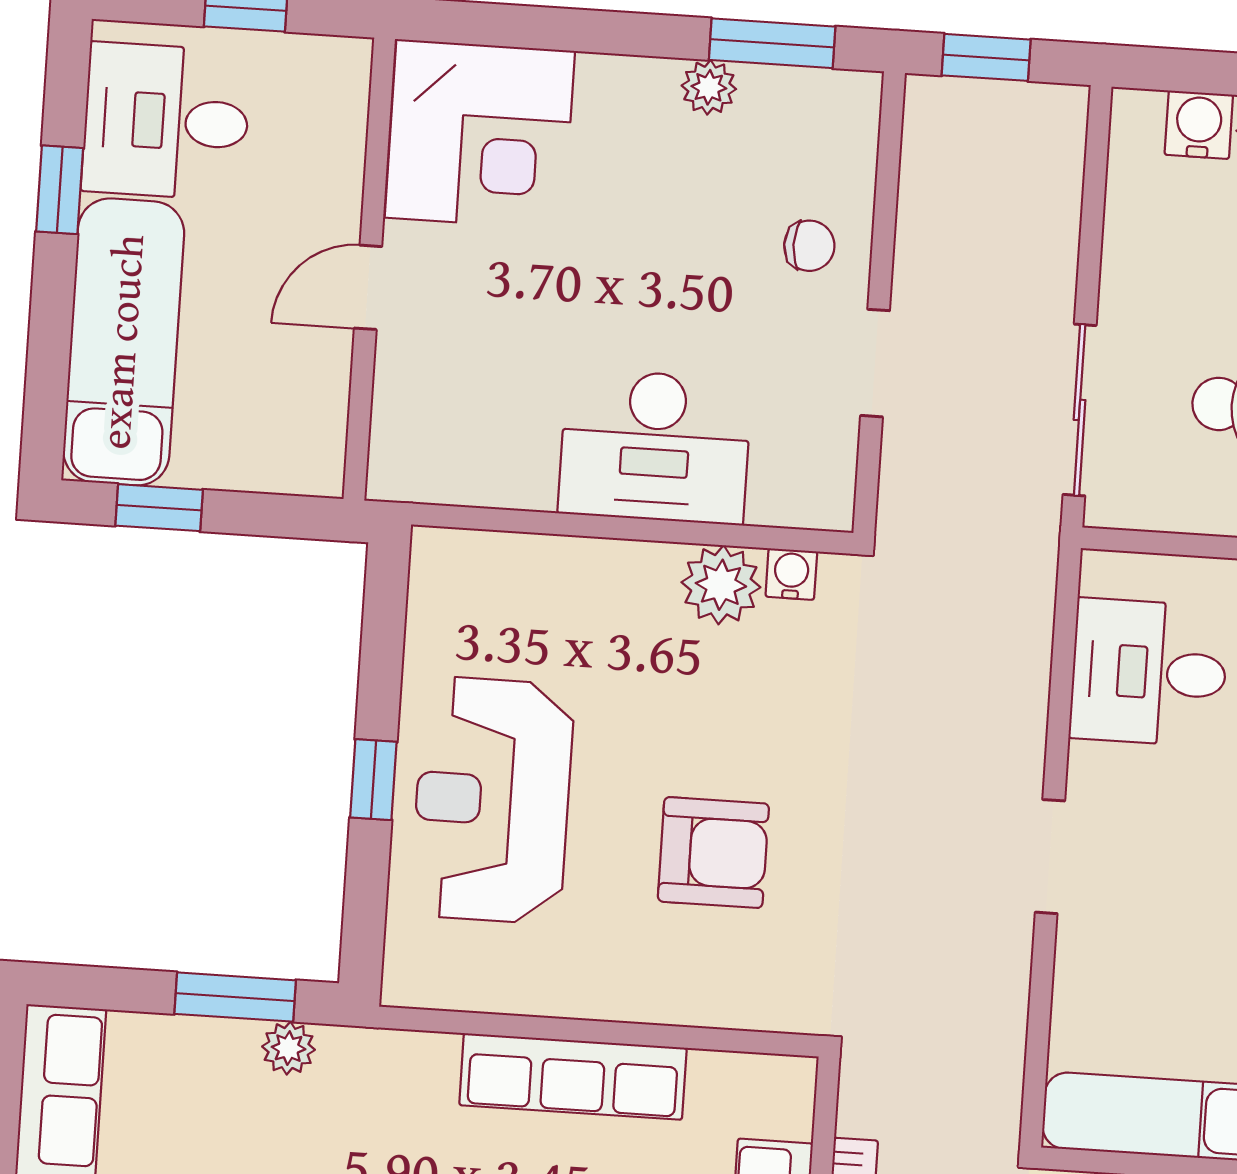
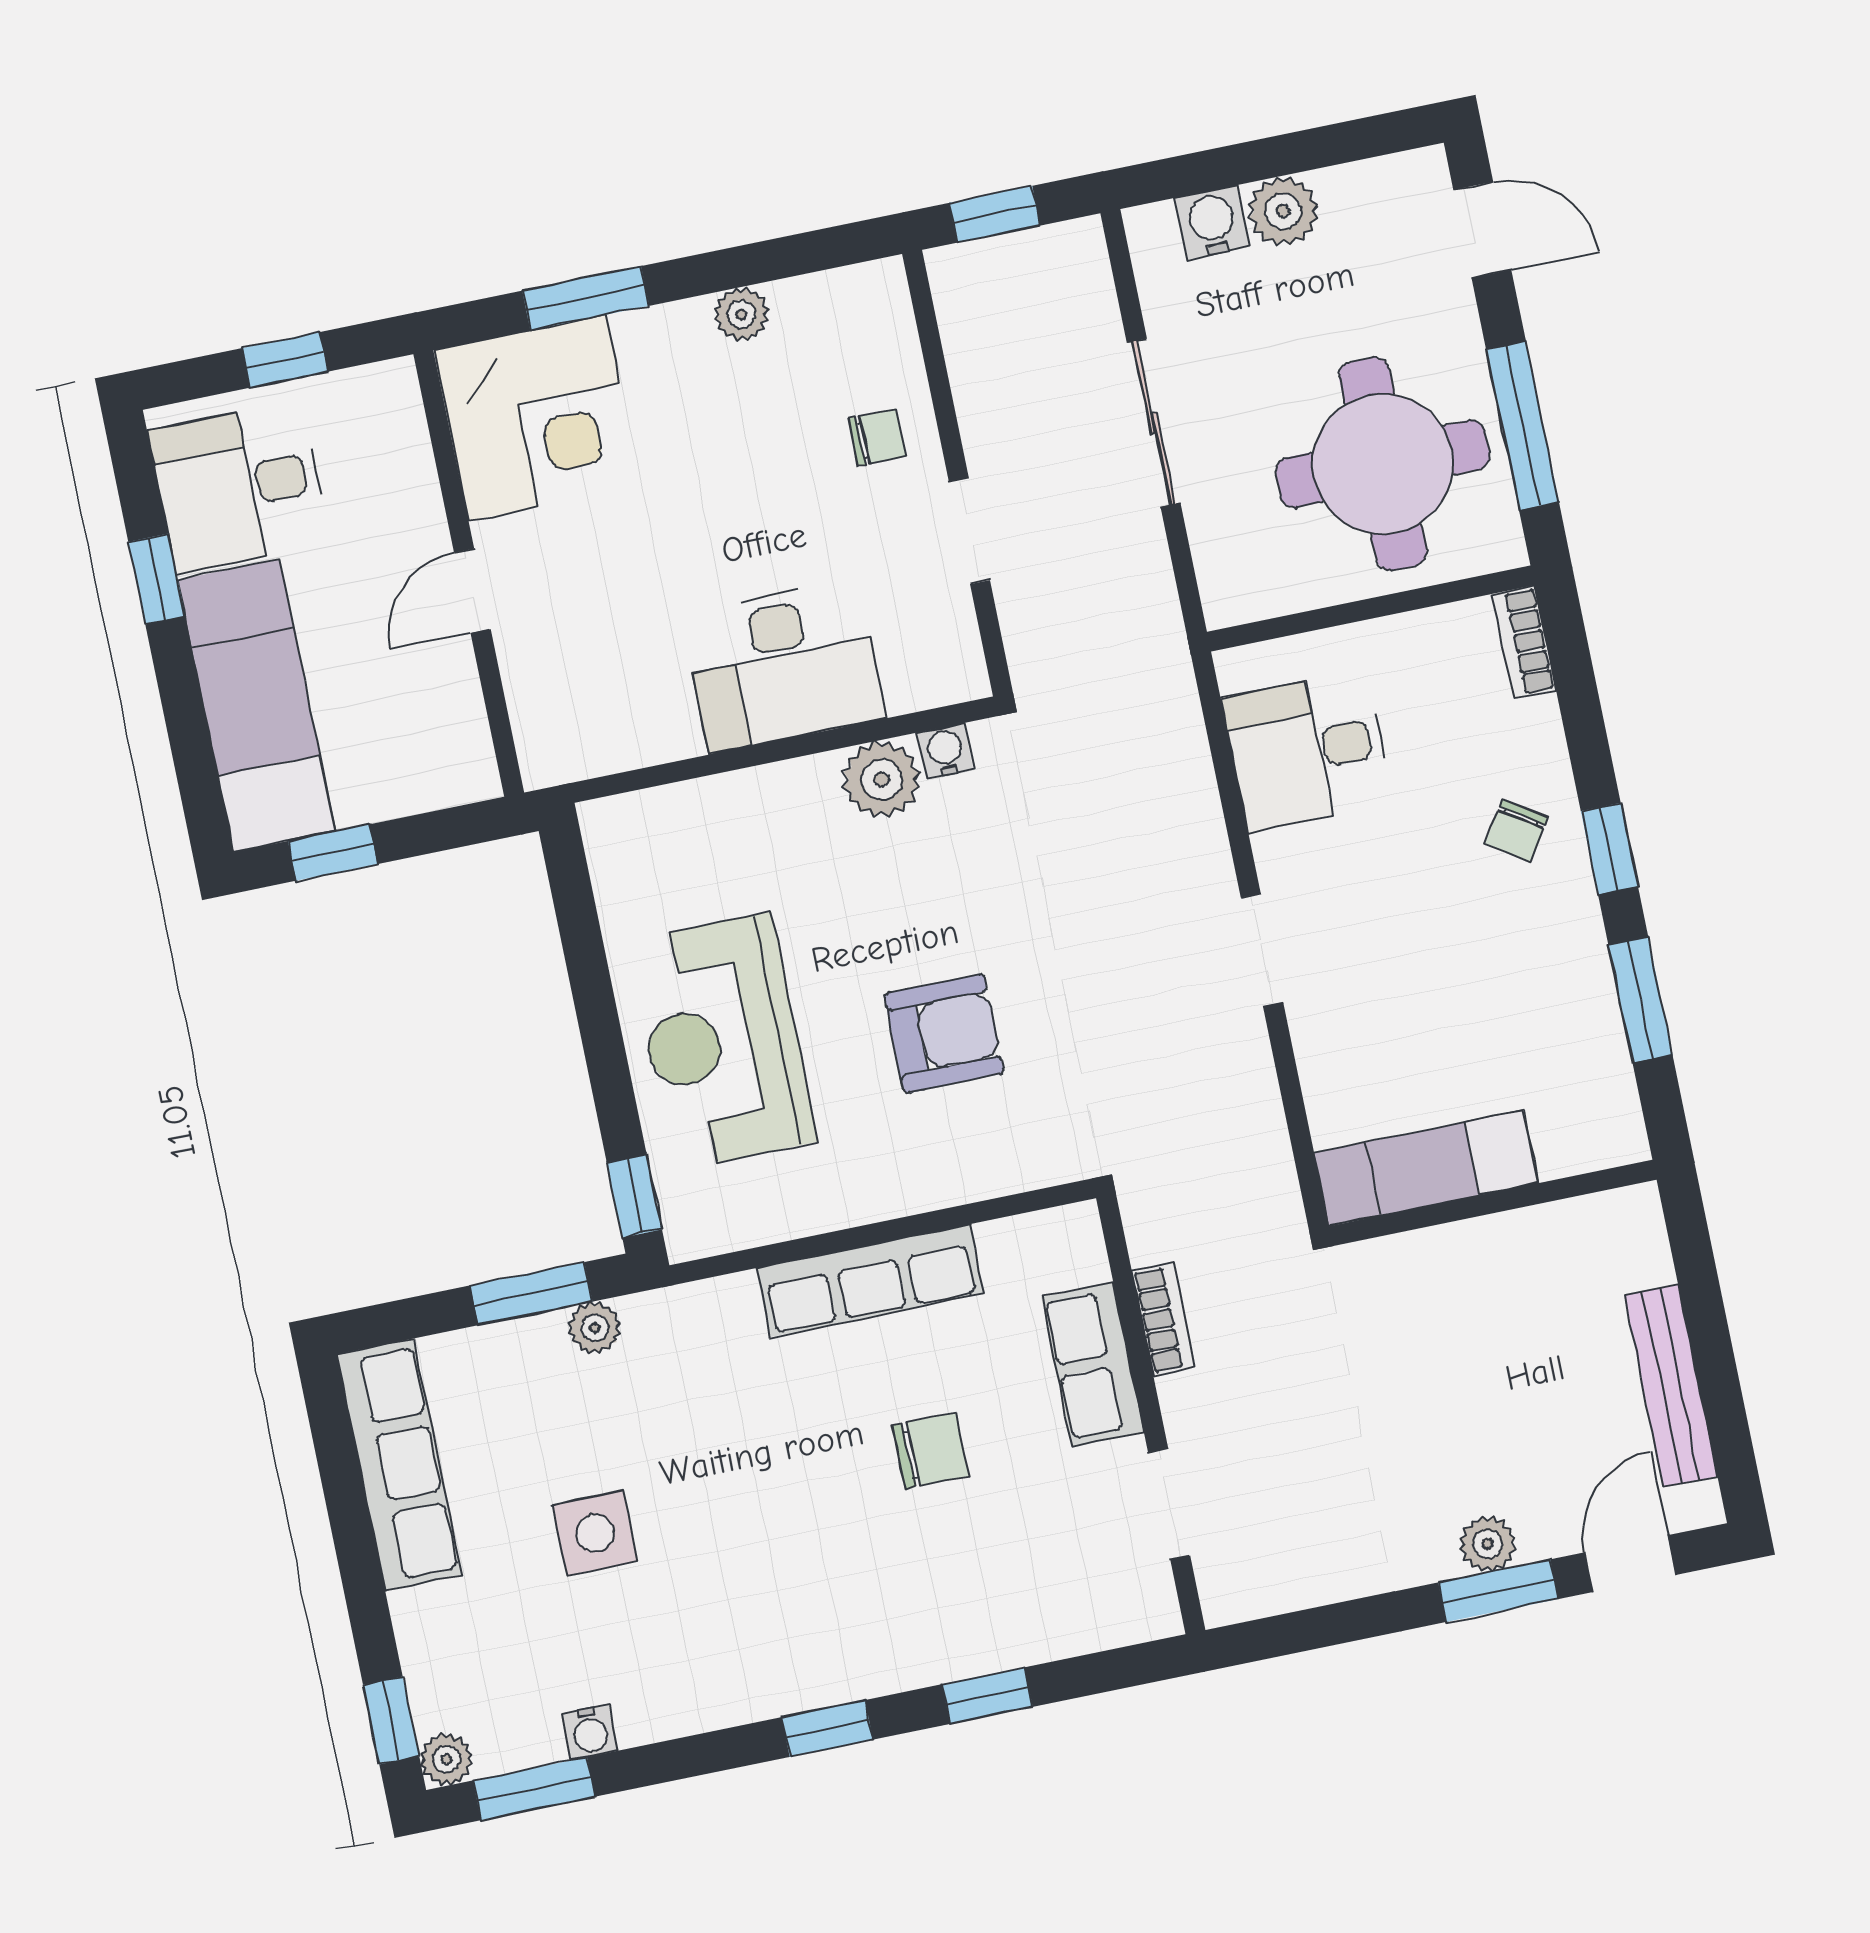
window: (772, 43) -> (586, 298), moved
sliding door: (1080, 410) -> (1154, 423), moved
window: (373, 780) -> (634, 1196), moved

